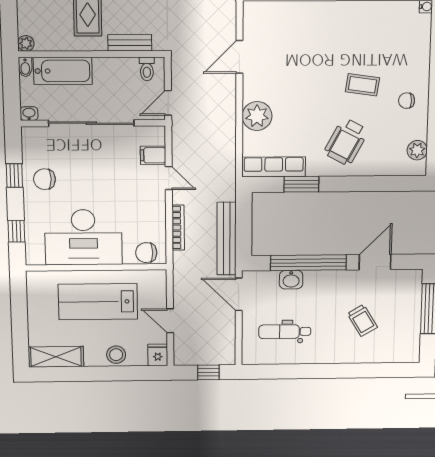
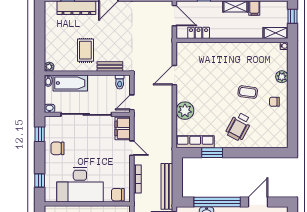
plant: (417, 150) -> (282, 77), moved
filing cabinet: (153, 155) -> (123, 128), width x2.00
window: (14, 176) -> (40, 134), moved

